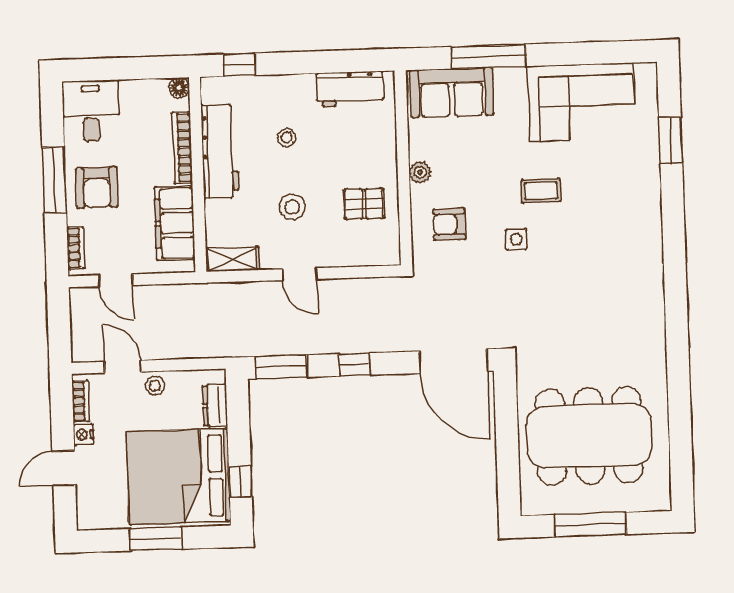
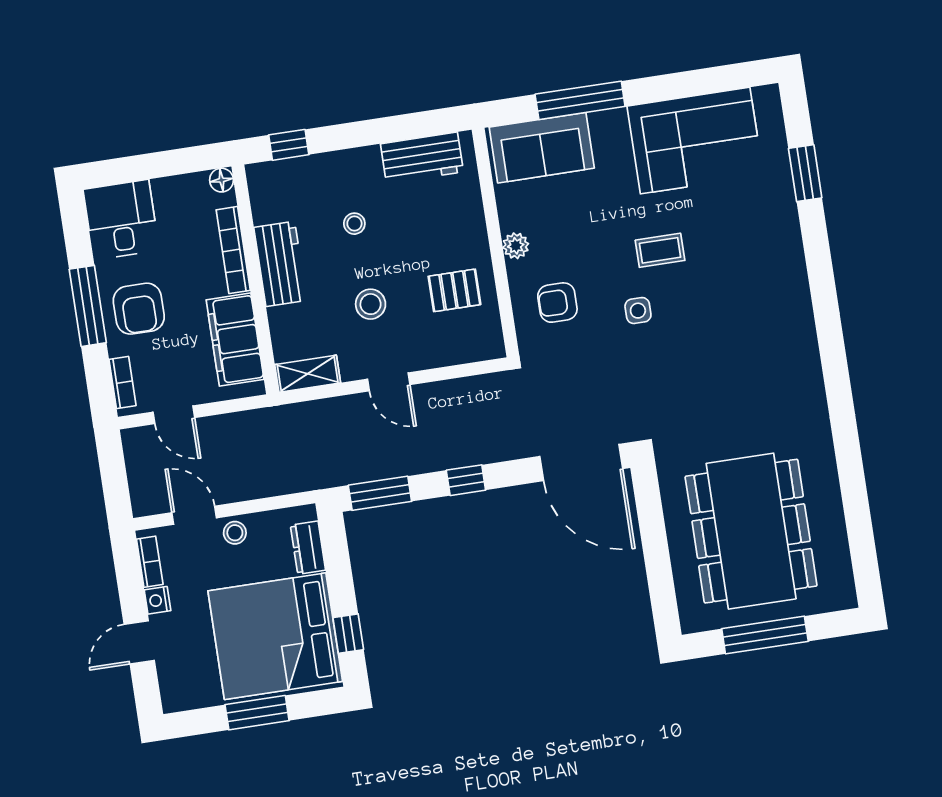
workbench: (220, 151) -> (280, 264), width x0.73
dining table: (589, 436) -> (751, 531), turned 90

